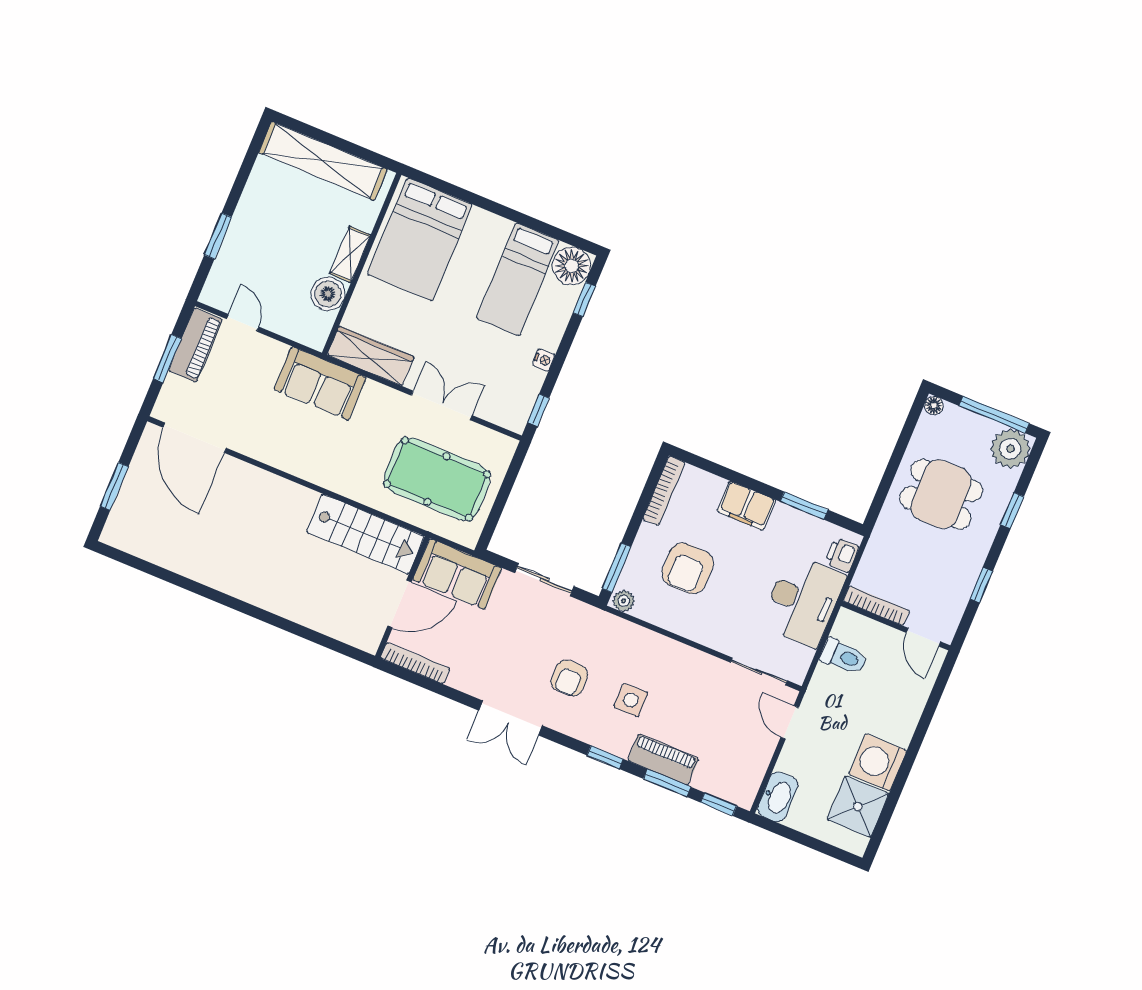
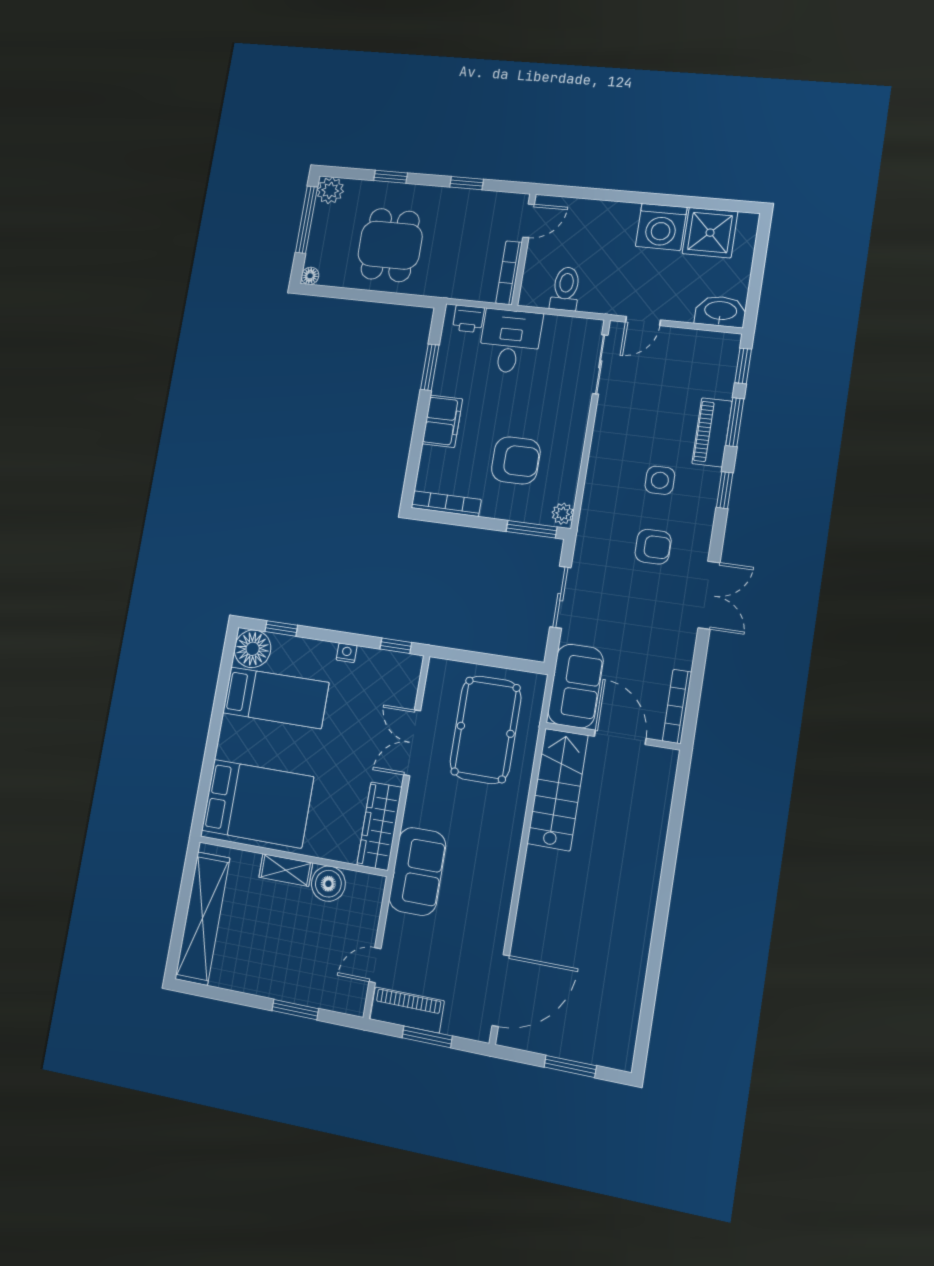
plant: (1010, 449) -> (330, 190), width x0.73, depth x0.73
desk: (803, 601) -> (510, 341), width x0.73

